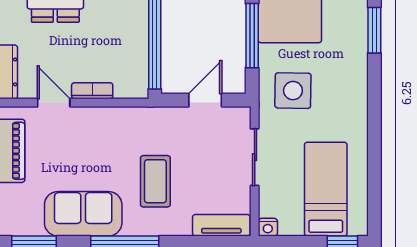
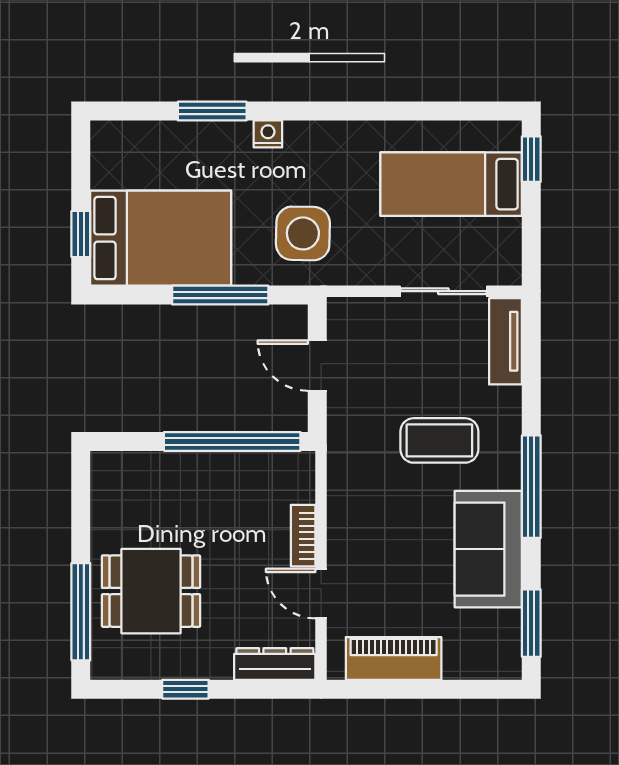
door: (54, 103) -> (321, 594), hinge flipped
sliding door: (255, 157) -> (443, 291), moved
nightstand: (268, 227) -> (268, 134), moved, turned -90

